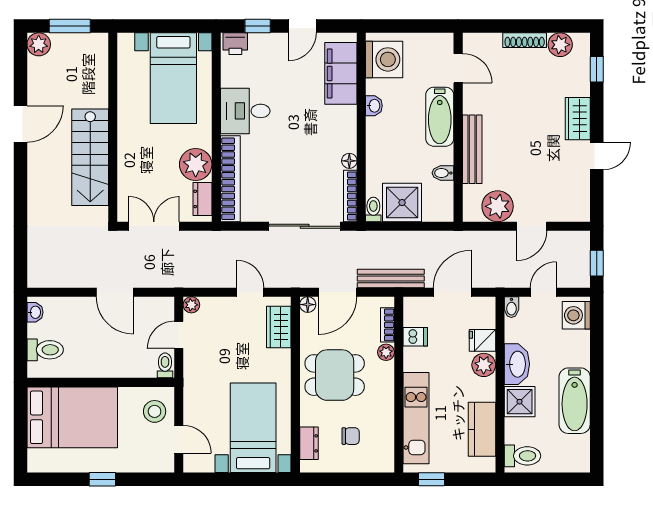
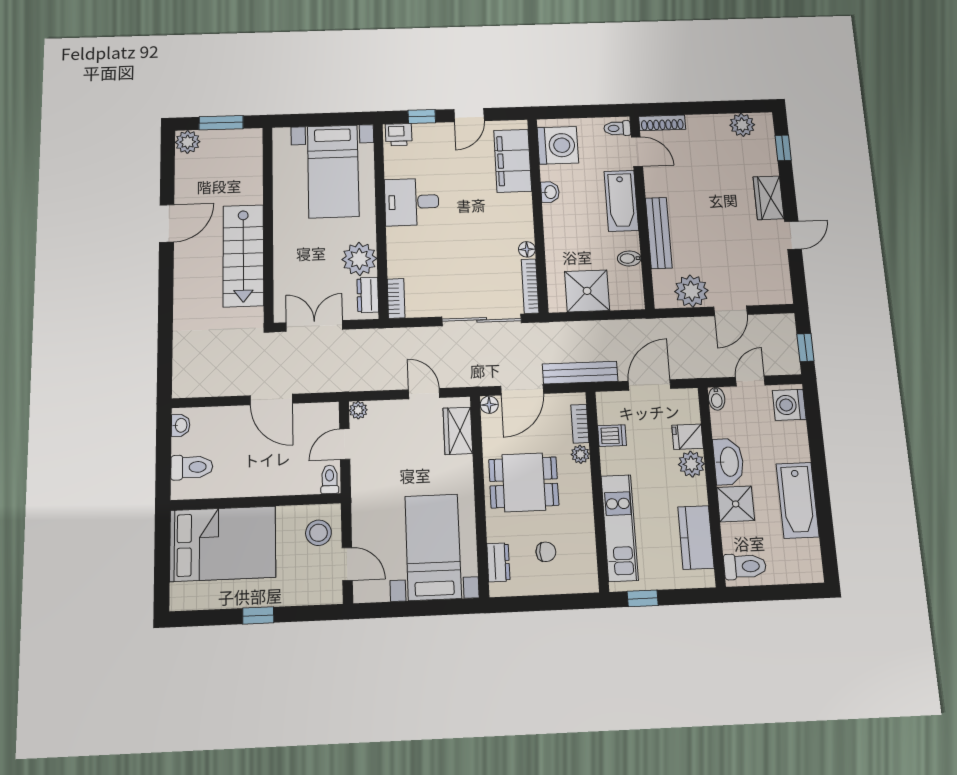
shoe rack: (525, 40) -> (662, 123), moved
bookcase: (230, 179) -> (396, 298), width x0.43, depth x0.76
toilet: (373, 209) -> (617, 128), moved, turned -90

